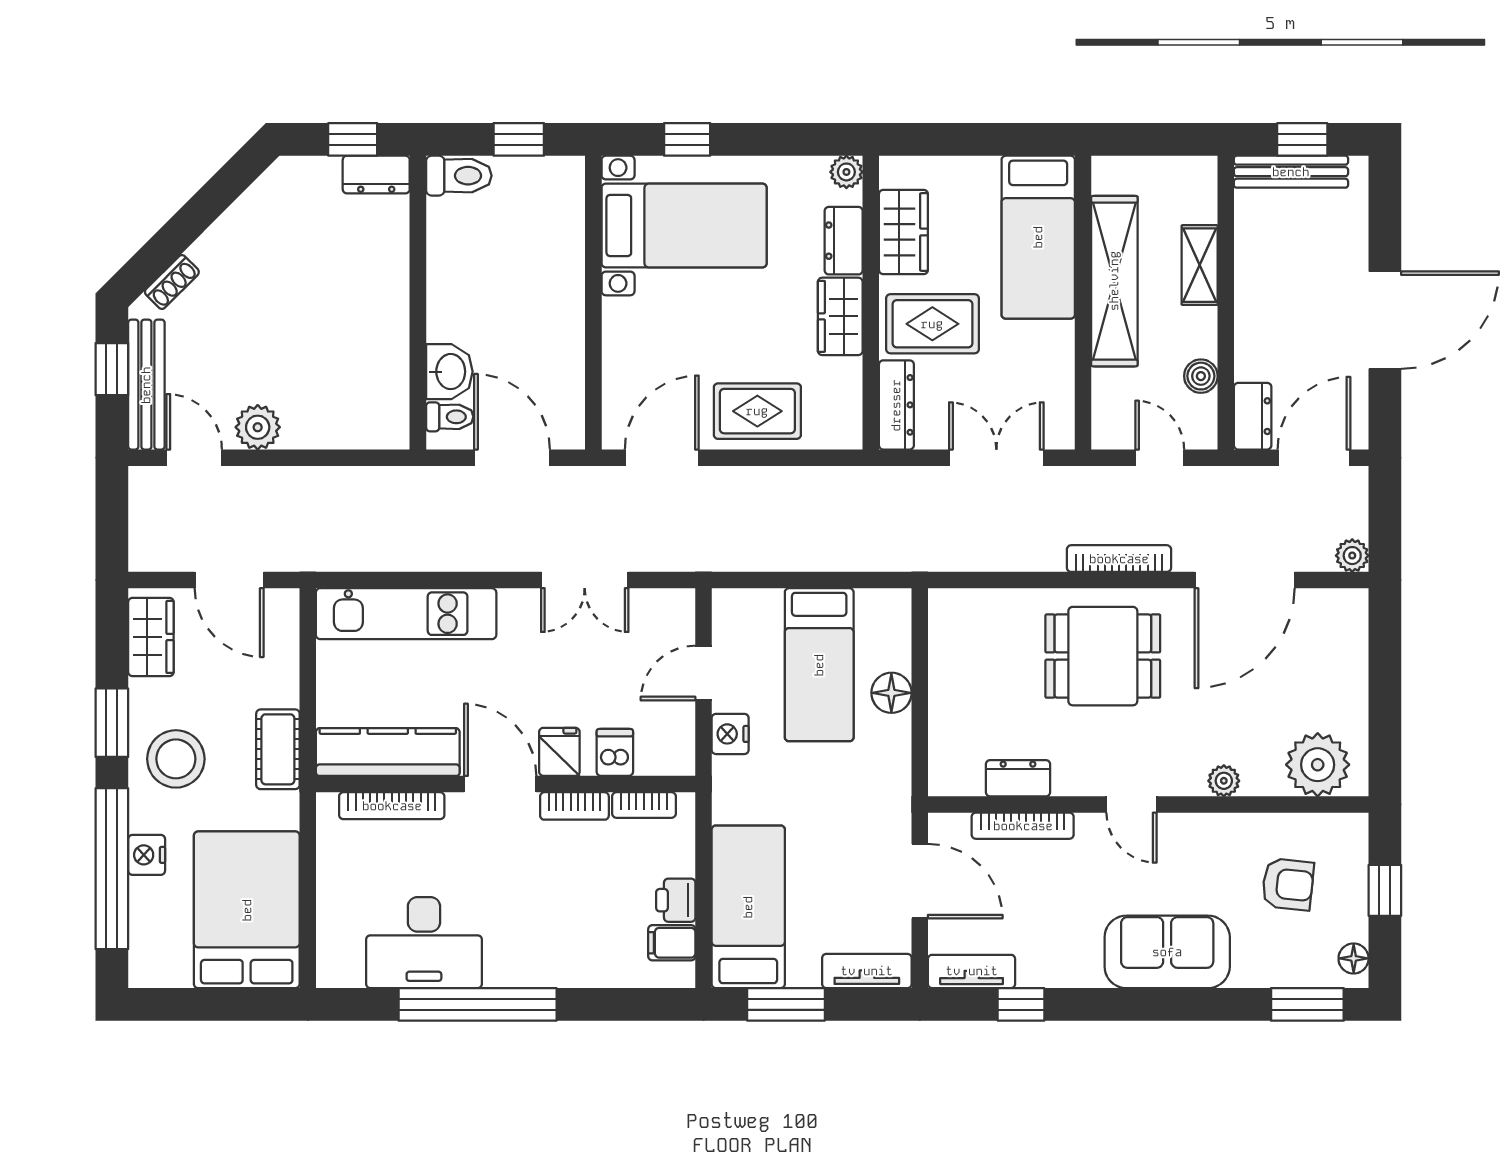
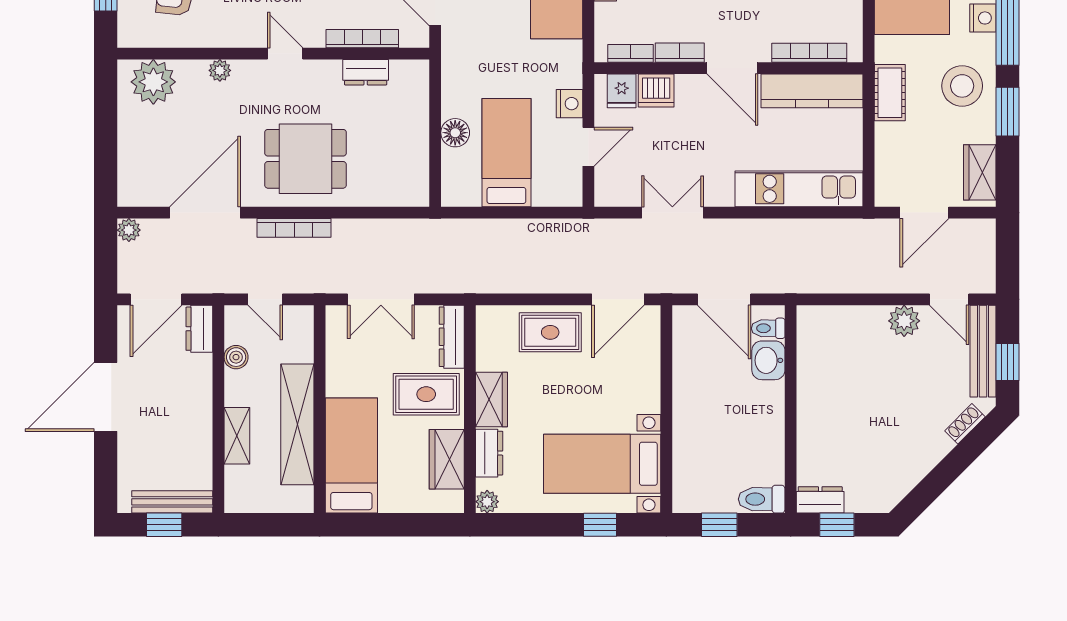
door: (229, 580) -> (924, 213), swing flipped
fridge: (559, 752) -> (622, 91), moved
dishwasher: (615, 752) -> (656, 91), width x1.38

